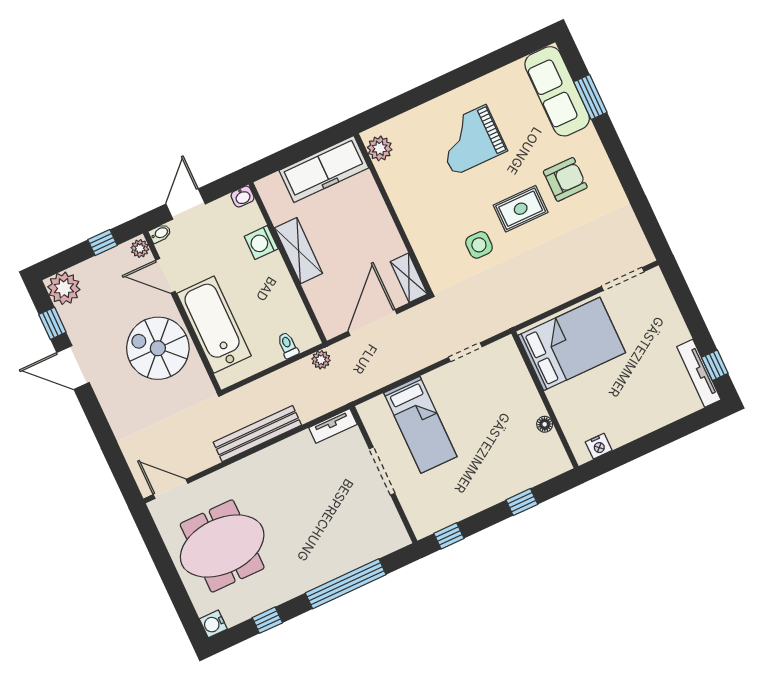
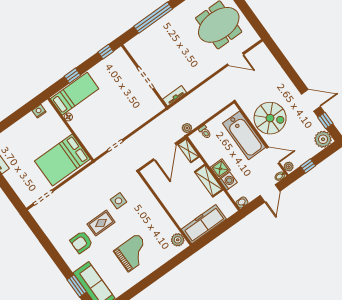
shower: (272, 269) -> (220, 169), added
shelving: (409, 278) -> (188, 150), moved
bed: (420, 425) -> (75, 94), moved, turned 90
bench: (257, 434) -> (212, 85), removed
door: (171, 489) -> (235, 59), moved

